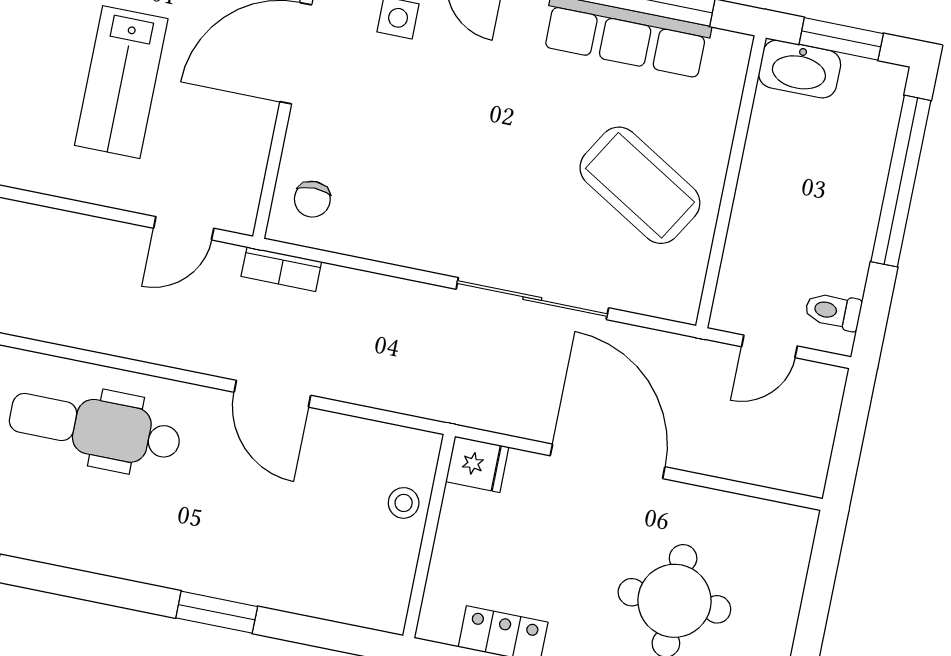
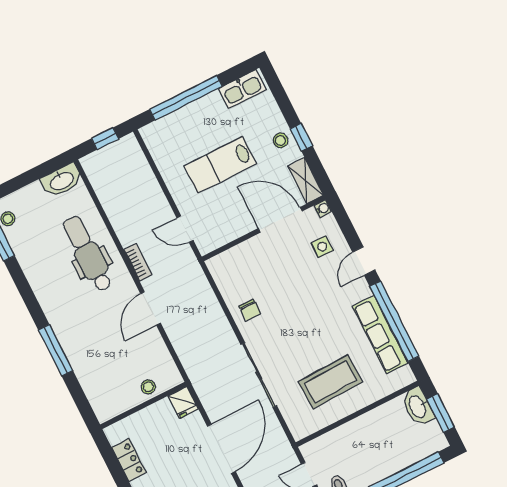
coffee table: (640, 185) -> (330, 382), turned 57
chair: (312, 199) -> (250, 310), moved, turned -90
bookcase: (281, 269) -> (138, 262), moved, turned 180
window: (217, 612) -> (56, 350), width x1.44

